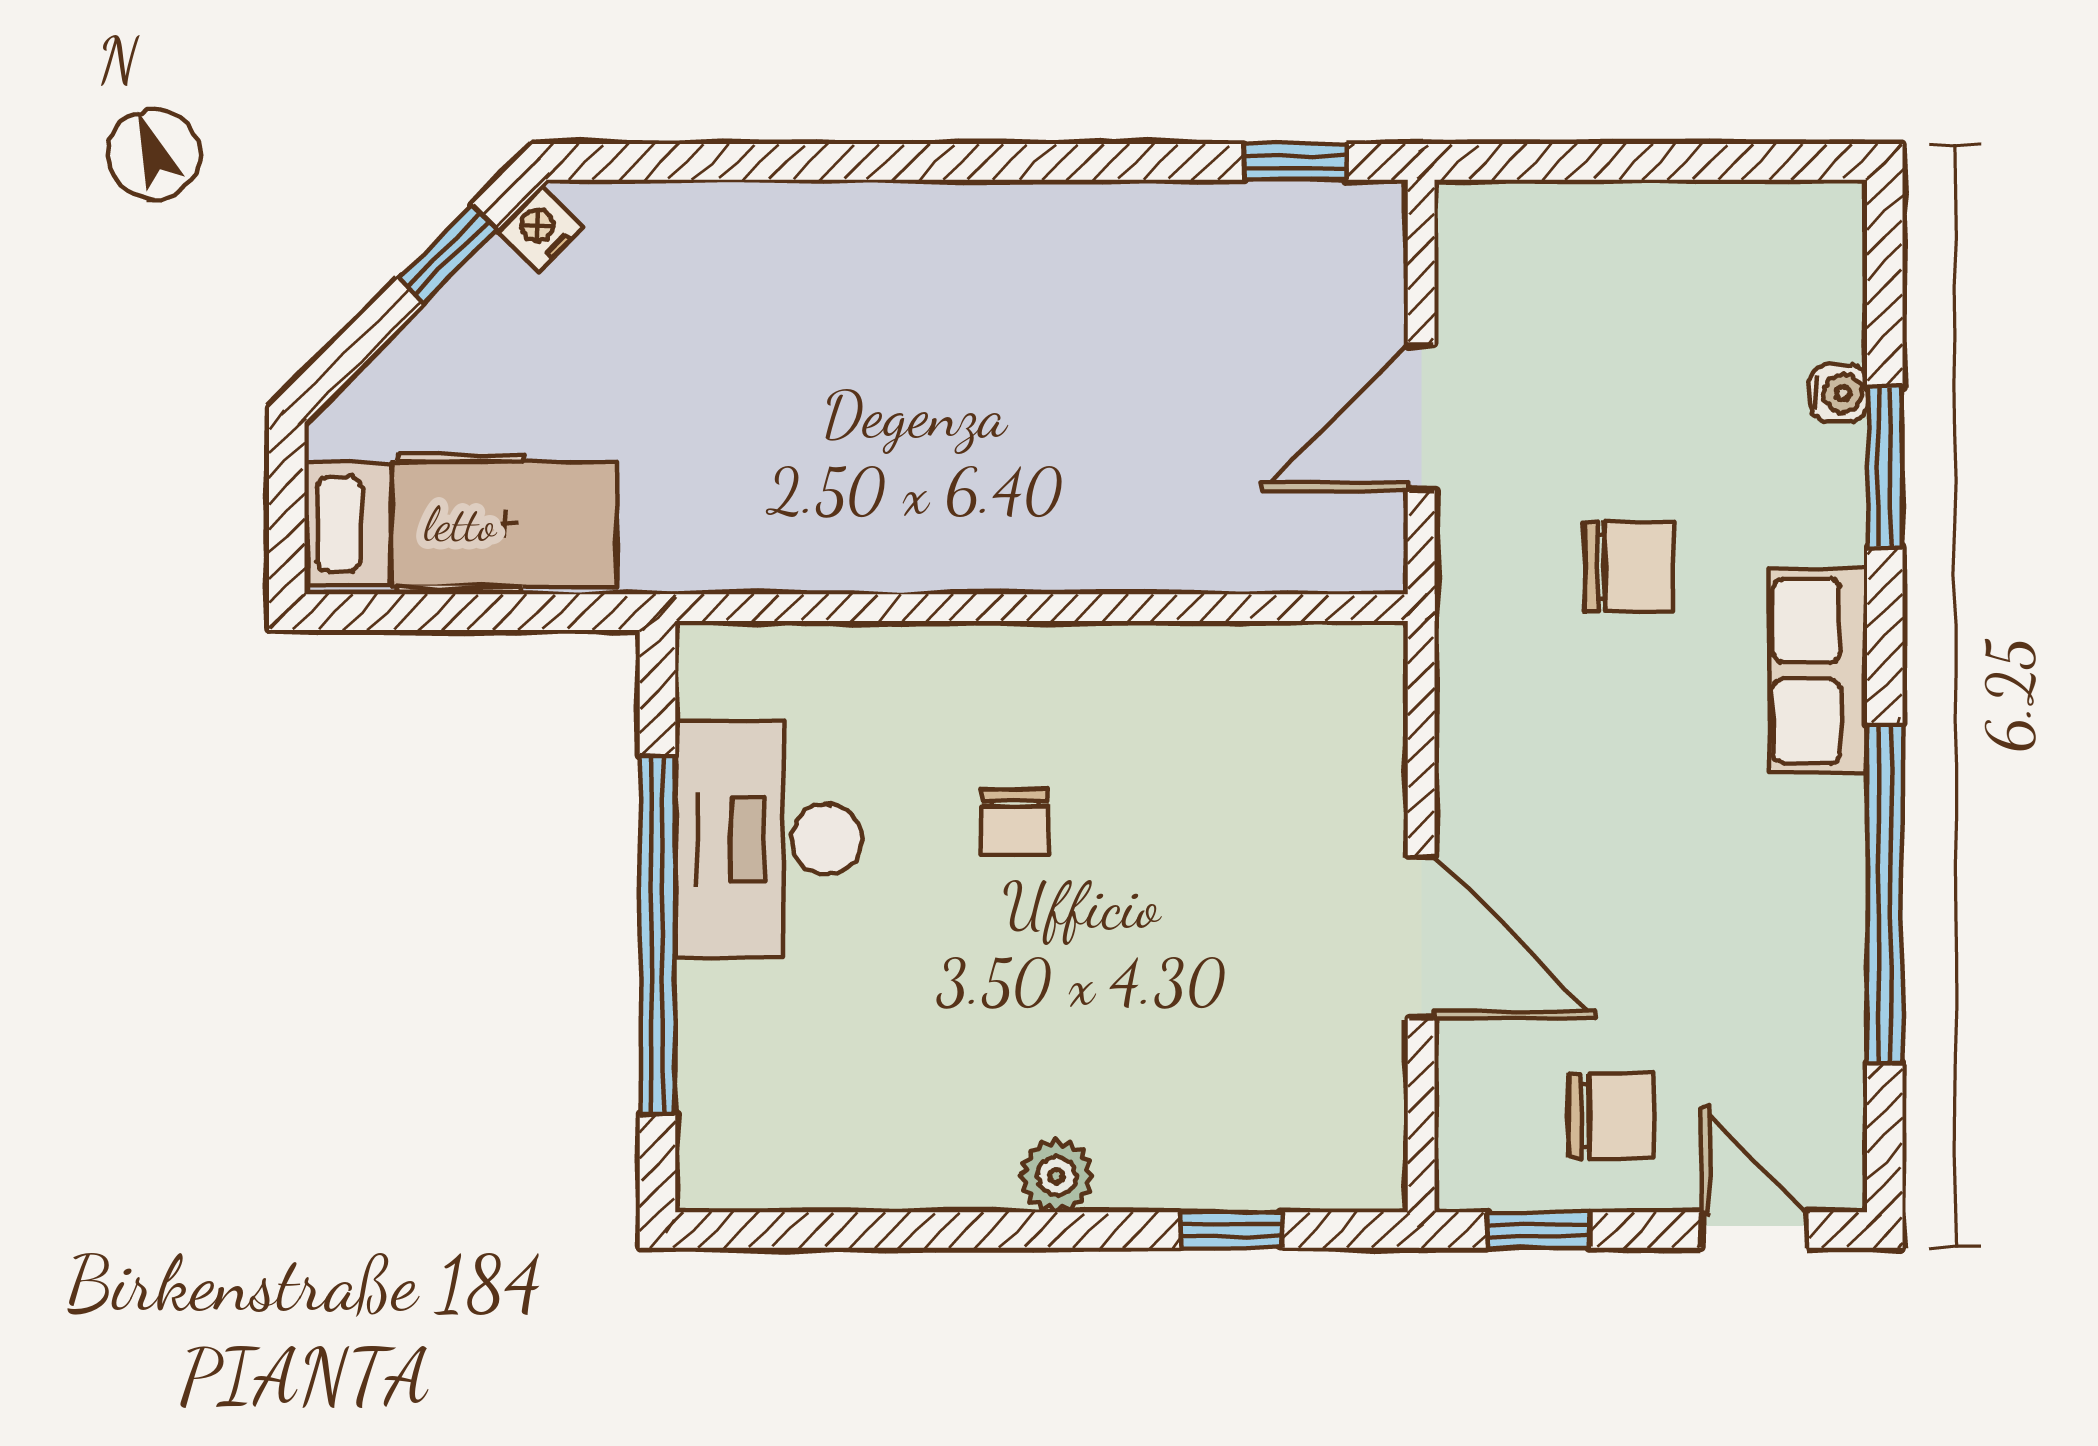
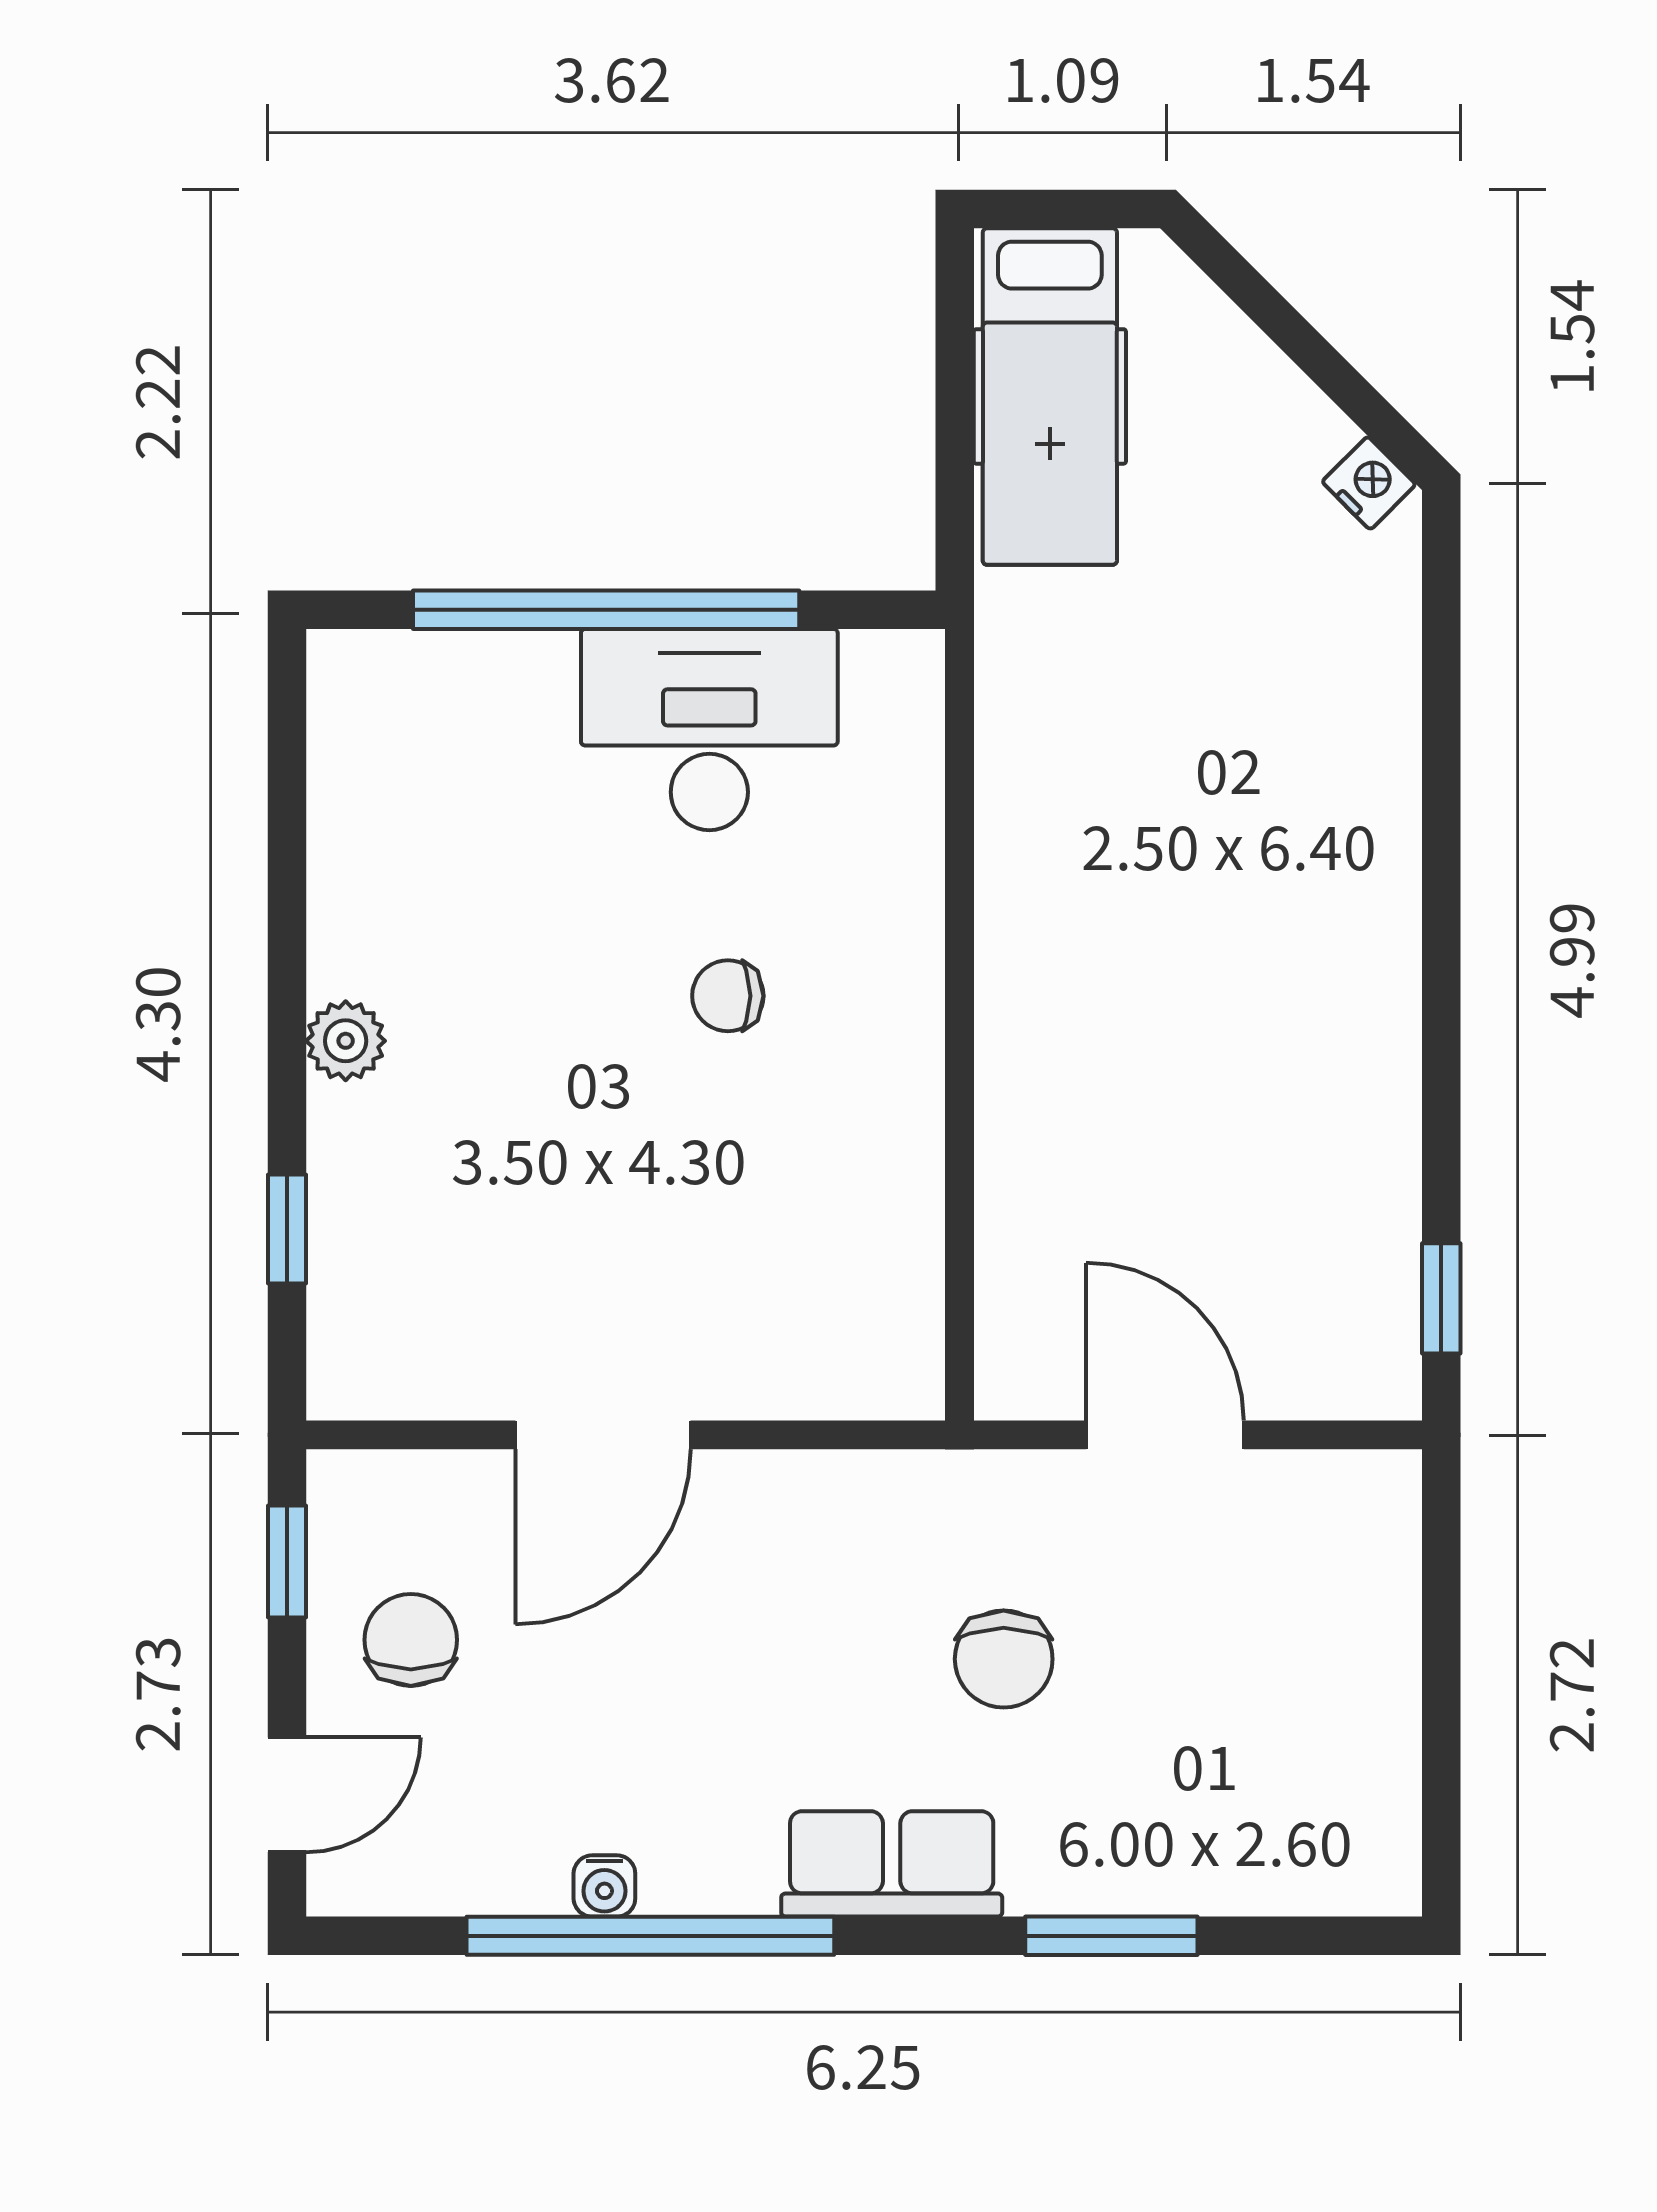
window: (448, 253) -> (1342, 384), removed
water cooler: (1839, 393) -> (604, 1886), moved
chair: (1611, 1115) -> (411, 1640), turned 180

